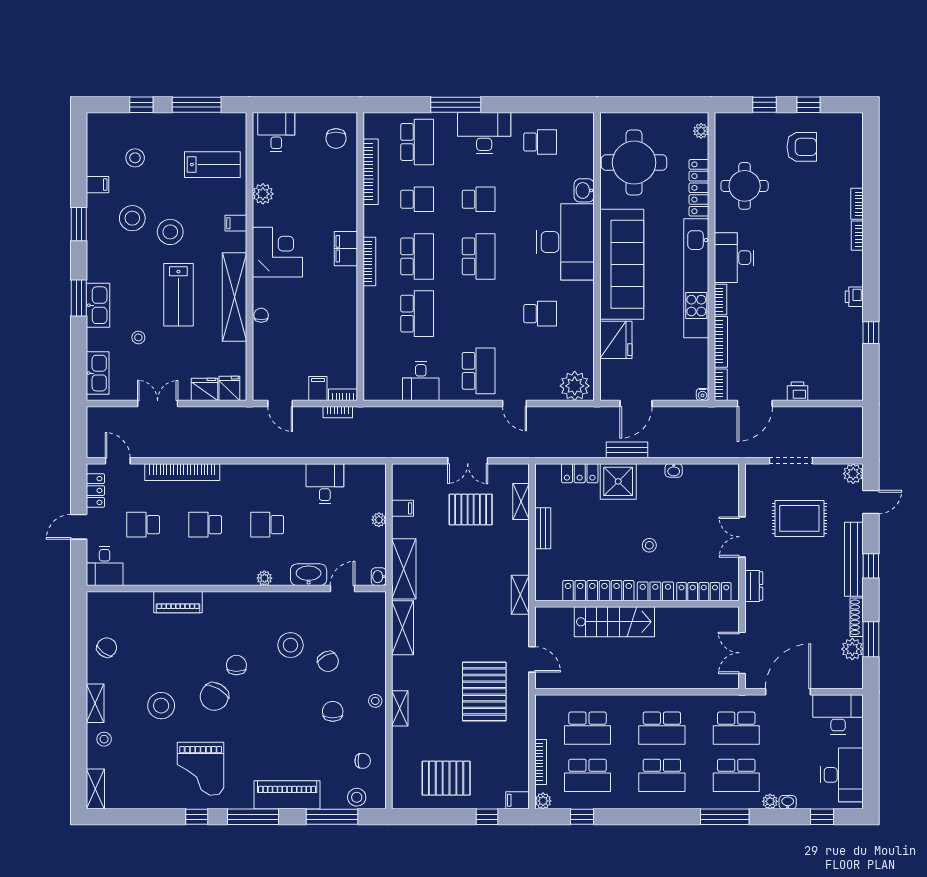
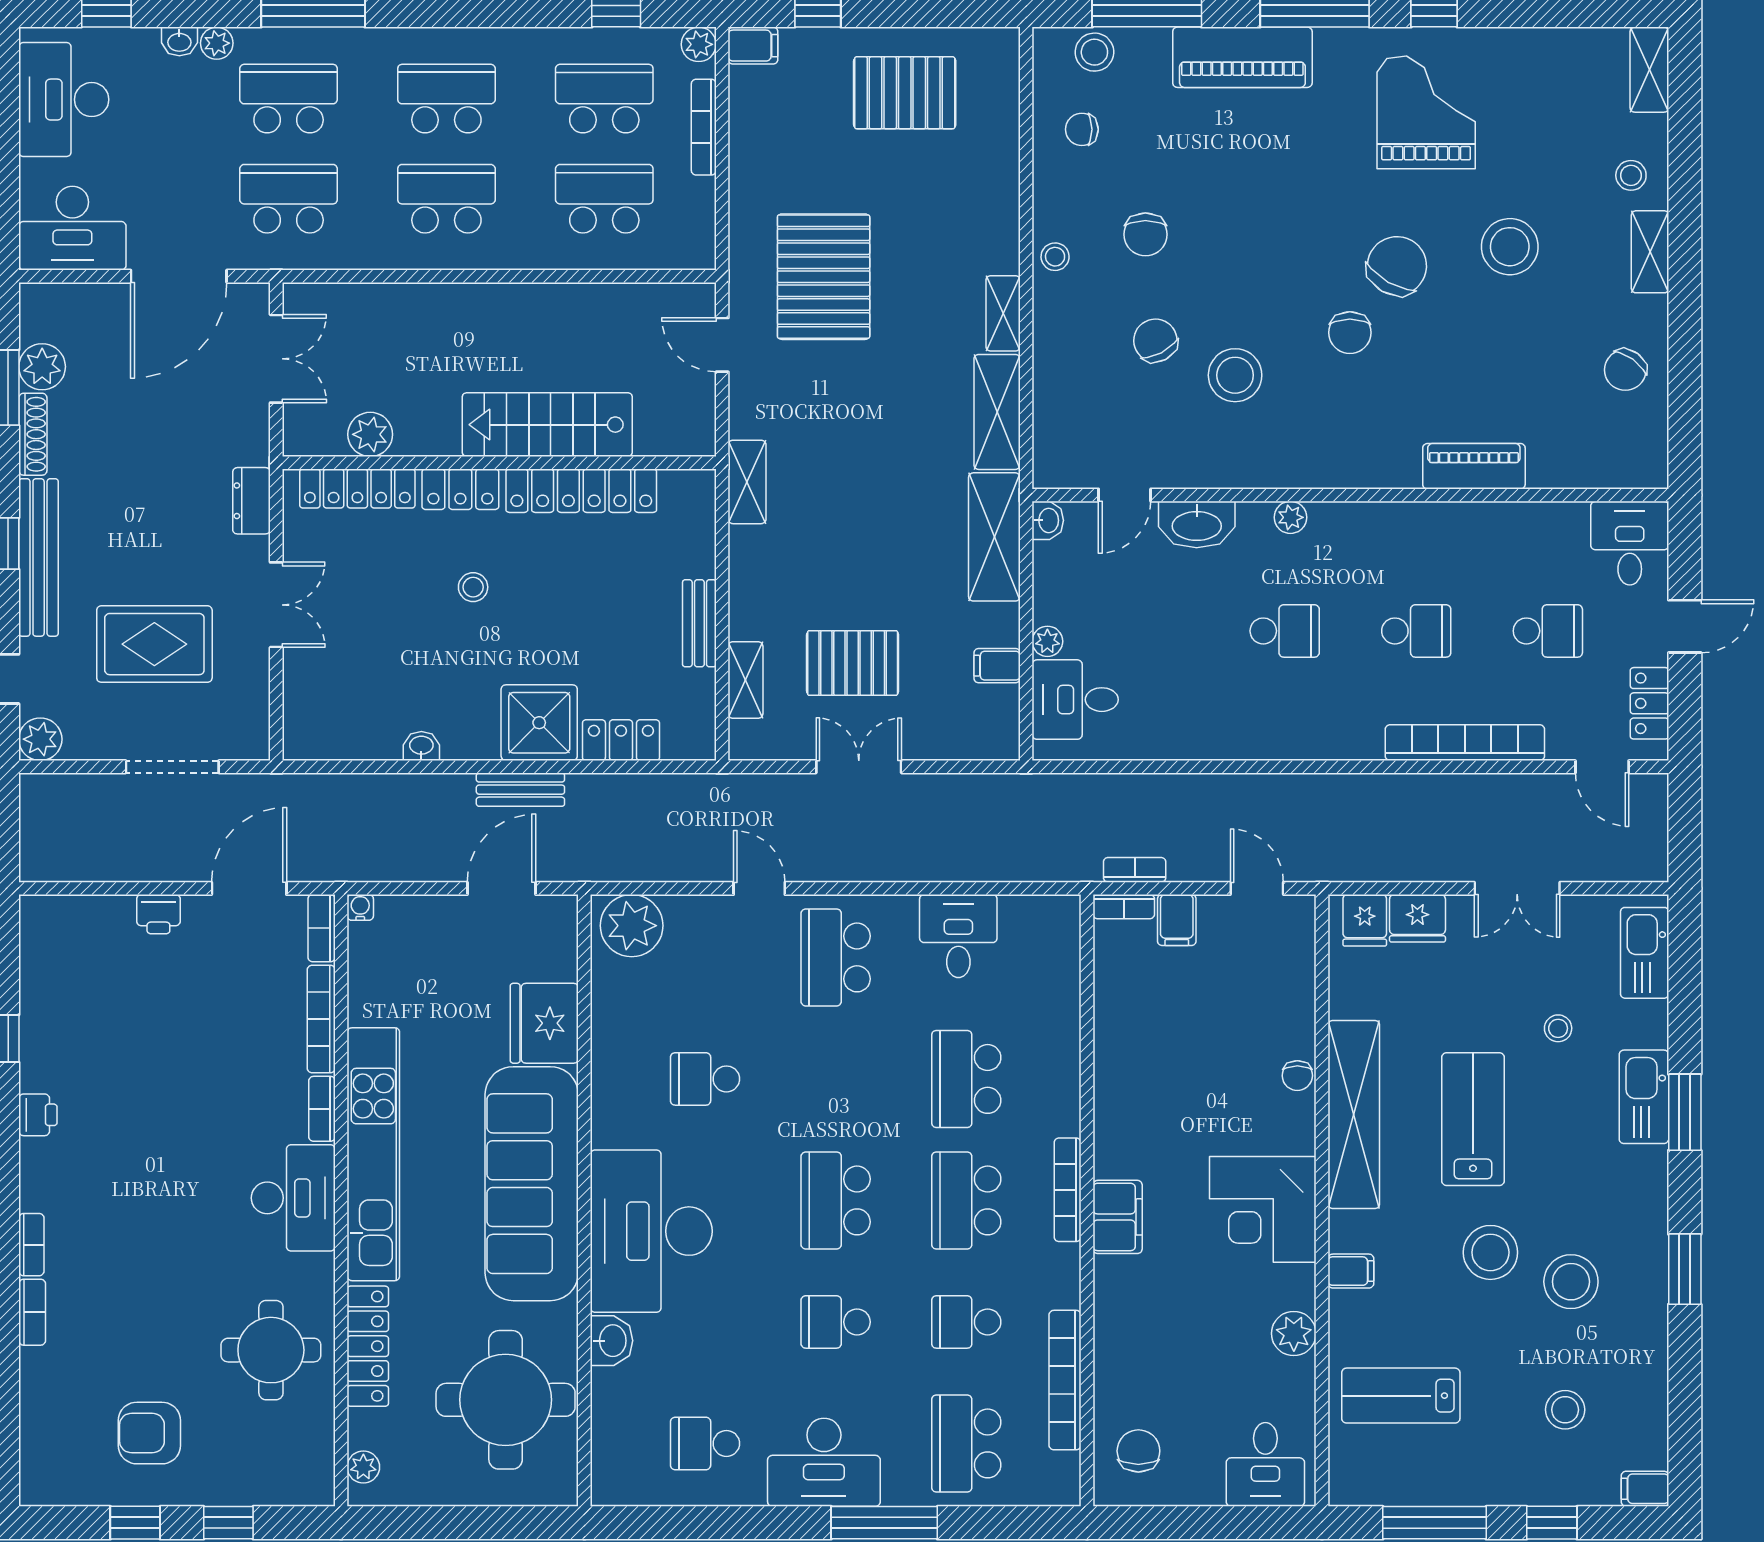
filing cabinet: (97, 185) -> (1645, 1489), moved
desk: (325, 484) -> (1075, 700), moved, turned 90
plant: (698, 617) -> (370, 434), added
shelving: (400, 708) -> (1003, 313), moved

